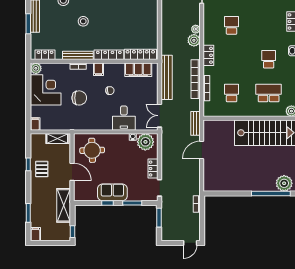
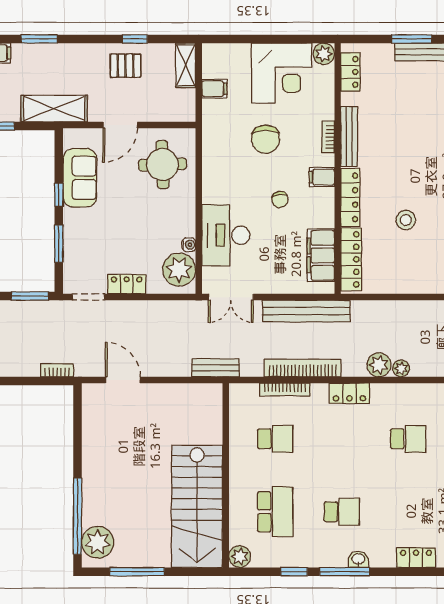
stool: (83, 21) -> (406, 220), moved
double door: (159, 116) -> (231, 297), swing flipped
desk: (124, 118) -> (226, 235), width x1.37
filing cabinet: (35, 124) -> (214, 89), moved
shelving: (57, 139) -> (186, 65), moved
door: (202, 150) -> (123, 380), moved
sofa: (112, 192) -> (80, 178), moved

